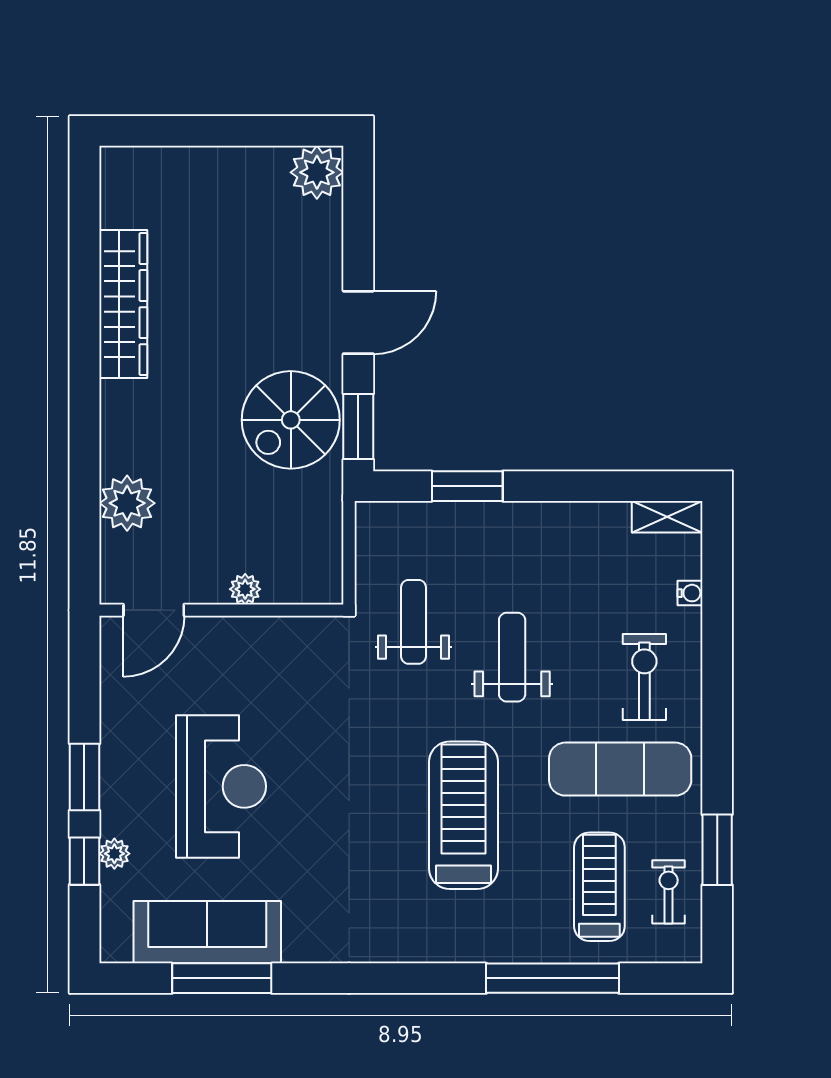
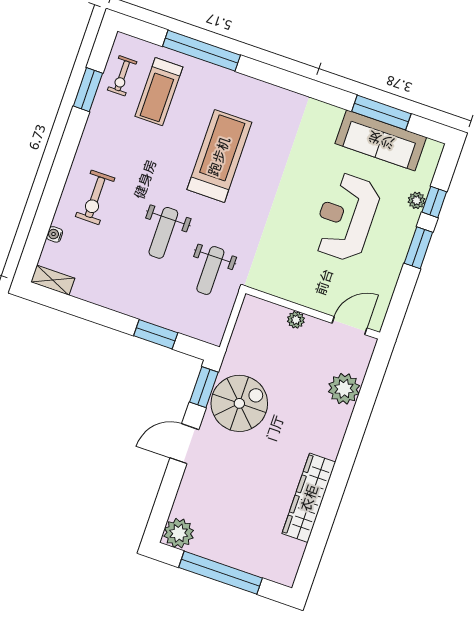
window: (226, 131) -> (220, 573), added
exercise mat: (620, 769) -> (126, 152), removed
treadmill: (463, 815) -> (219, 156), turned 180

